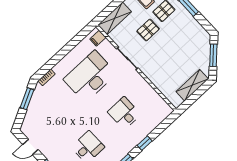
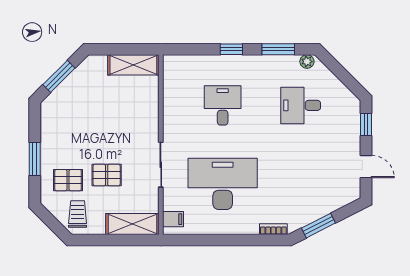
desk: (90, 76) -> (223, 184), turned 180
shelving: (192, 85) -> (133, 65), moved
desk: (124, 113) -> (223, 105), turned 180

